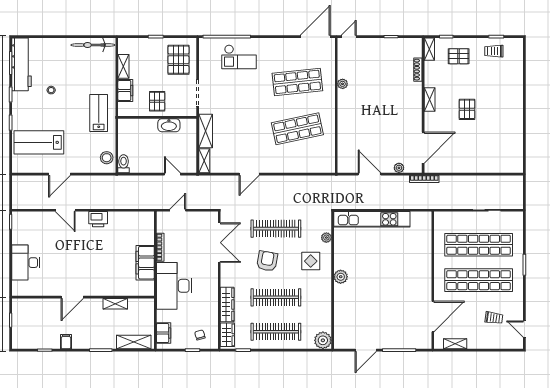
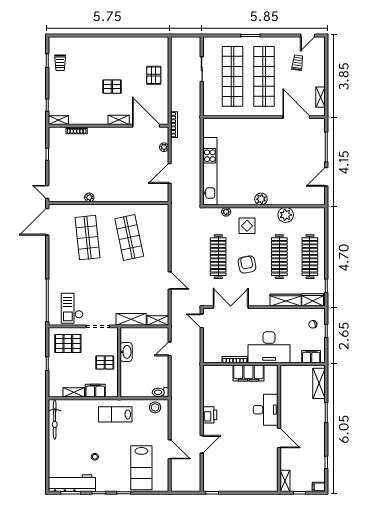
door: (315, 37) -> (47, 222), hinge flipped
pallet: (459, 56) -> (154, 75), moved
checkout: (239, 57) -> (72, 308), moved, turned 180
shelving: (430, 100) -> (119, 120), moved
door: (178, 210) -> (202, 321), moved
armchair: (267, 261) -> (247, 264), turned 69
desk: (26, 263) -> (266, 410), moved, turned -90
shelving: (115, 304) -> (285, 481), moved
plant: (323, 340) -> (286, 215), moved
filing cabinet: (66, 342) -> (319, 487), moved
door: (366, 350) -> (326, 177), swing flipped

